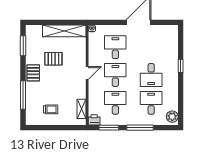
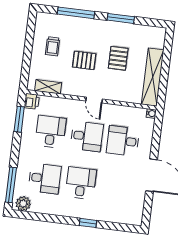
window: (23, 46) -> (121, 18), moved
desk: (115, 47) -> (123, 141), turned 180
pallet: (33, 73) -> (84, 60), moved
desk: (151, 75) -> (81, 183), turned 90
desk: (115, 103) -> (51, 132), turned -90
window: (140, 128) -> (11, 185), moved

